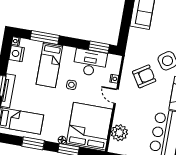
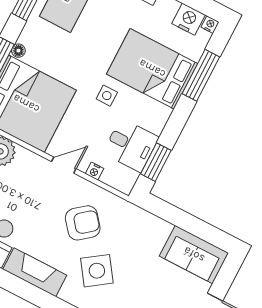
desk: (90, 63) -> (131, 145), width x0.73
bed: (49, 65) -> (152, 69), width x1.50
armchair: (144, 76) -> (83, 223), turned -96

